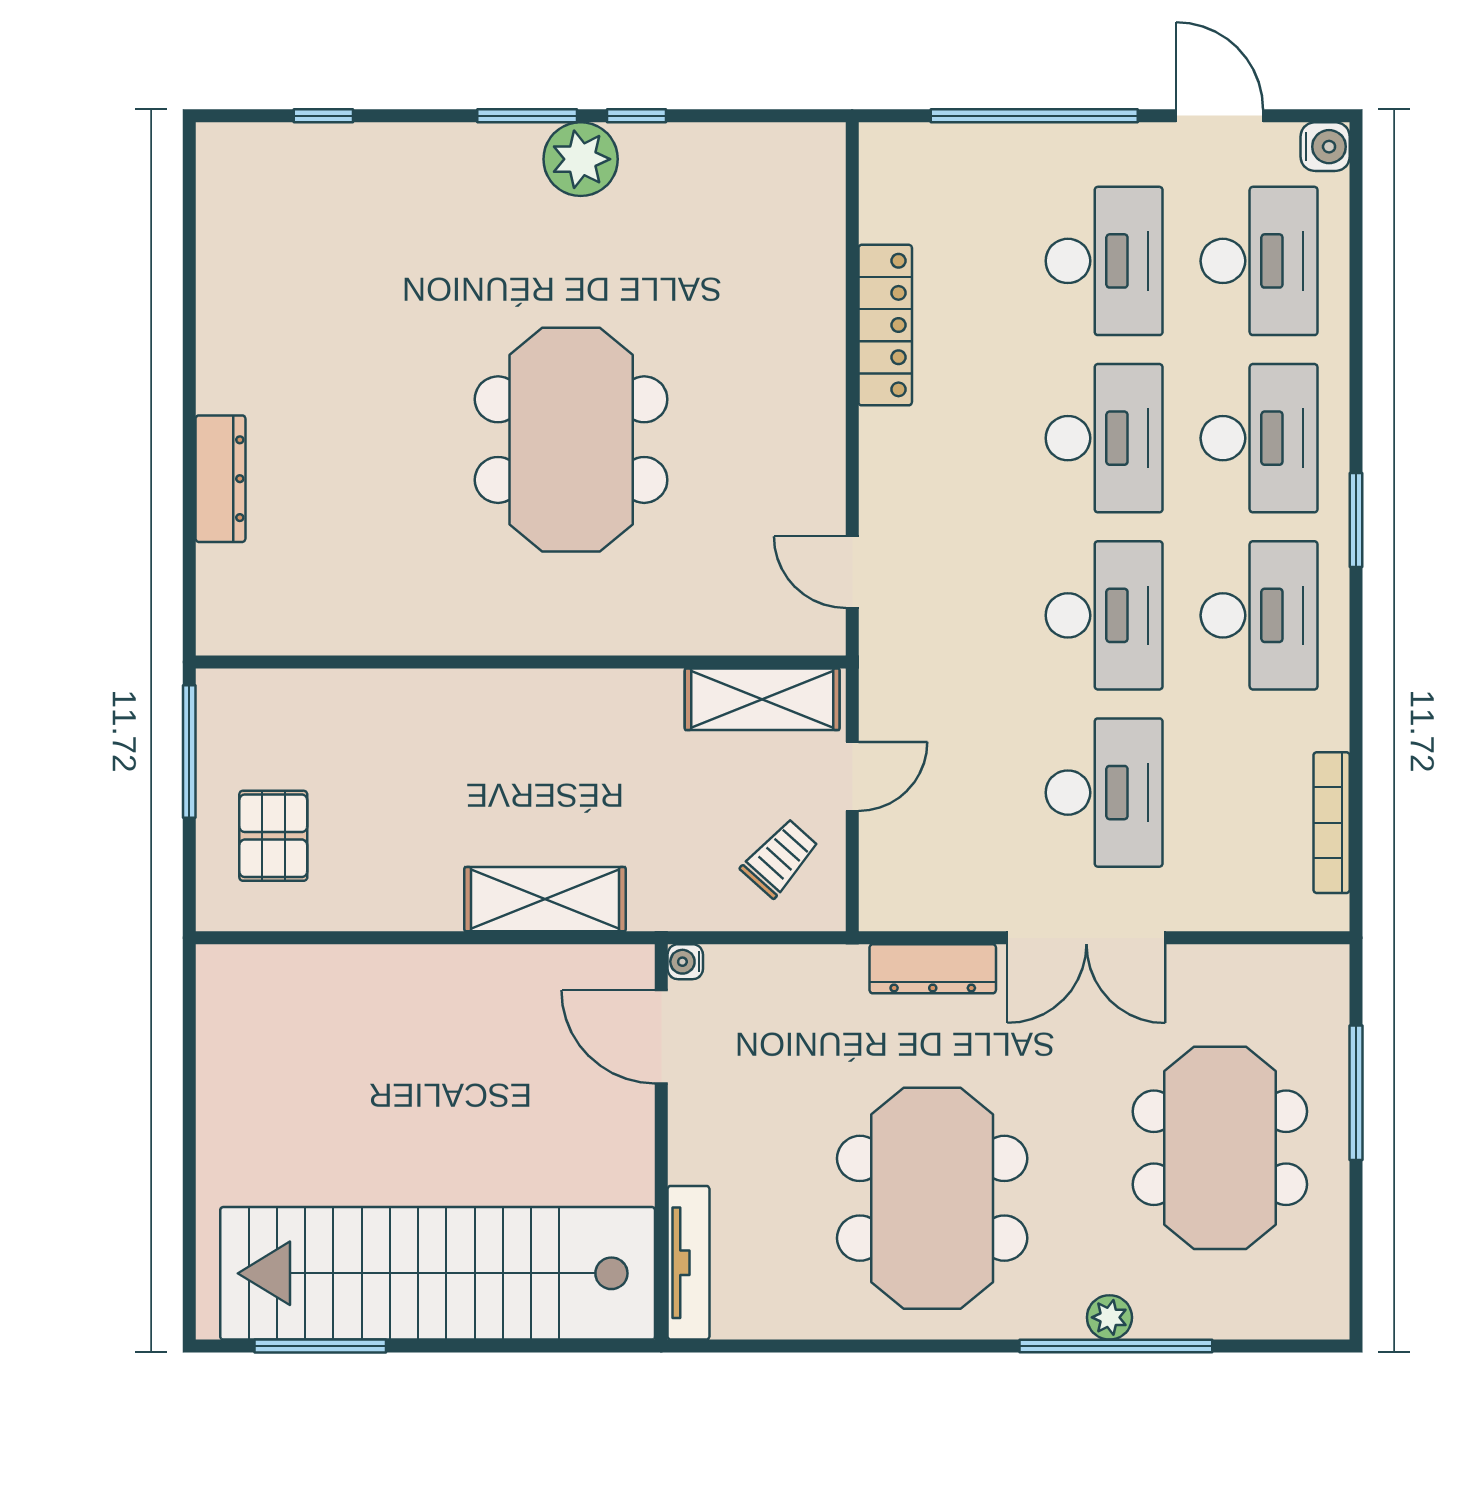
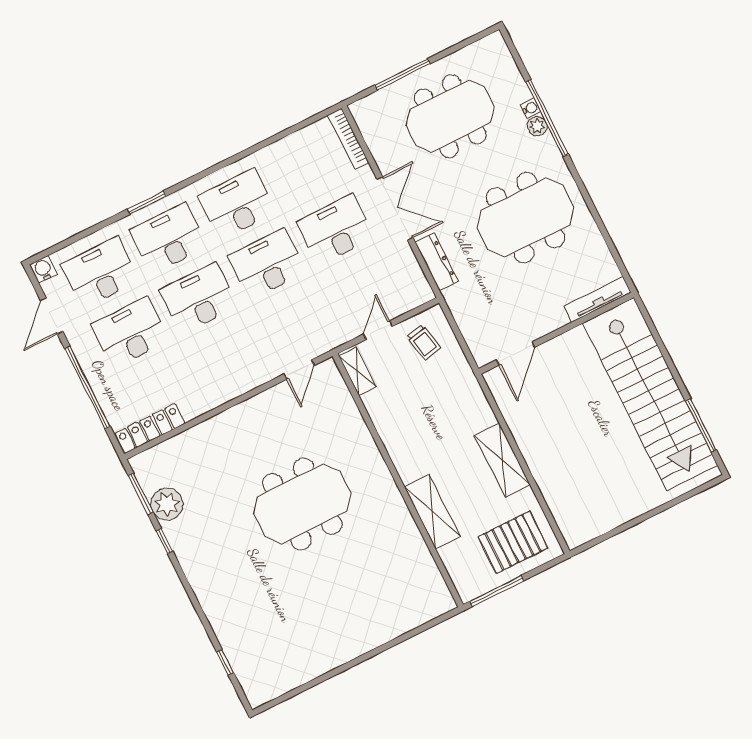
window: (527, 116) -> (141, 494), moved
plant: (581, 159) -> (167, 504), moved
locker: (885, 325) -> (150, 428), moved
dresser: (220, 479) -> (385, 632), removed
window: (1356, 520) -> (147, 203), moved
shelving: (762, 699) -> (358, 371), width x0.67, depth x0.75
shelving: (420, 701) -> (432, 512), added
door: (852, 776) -> (378, 330), hinge flipped
bookcase: (1332, 823) -> (348, 139), moved, turned 90
pallet: (273, 836) -> (513, 542), width x1.50, depth x1.42
trolley: (780, 858) -> (424, 342), turned -144
shelving: (545, 899) -> (502, 460), moved
water cooler: (685, 962) -> (530, 108), moved, turned -90

